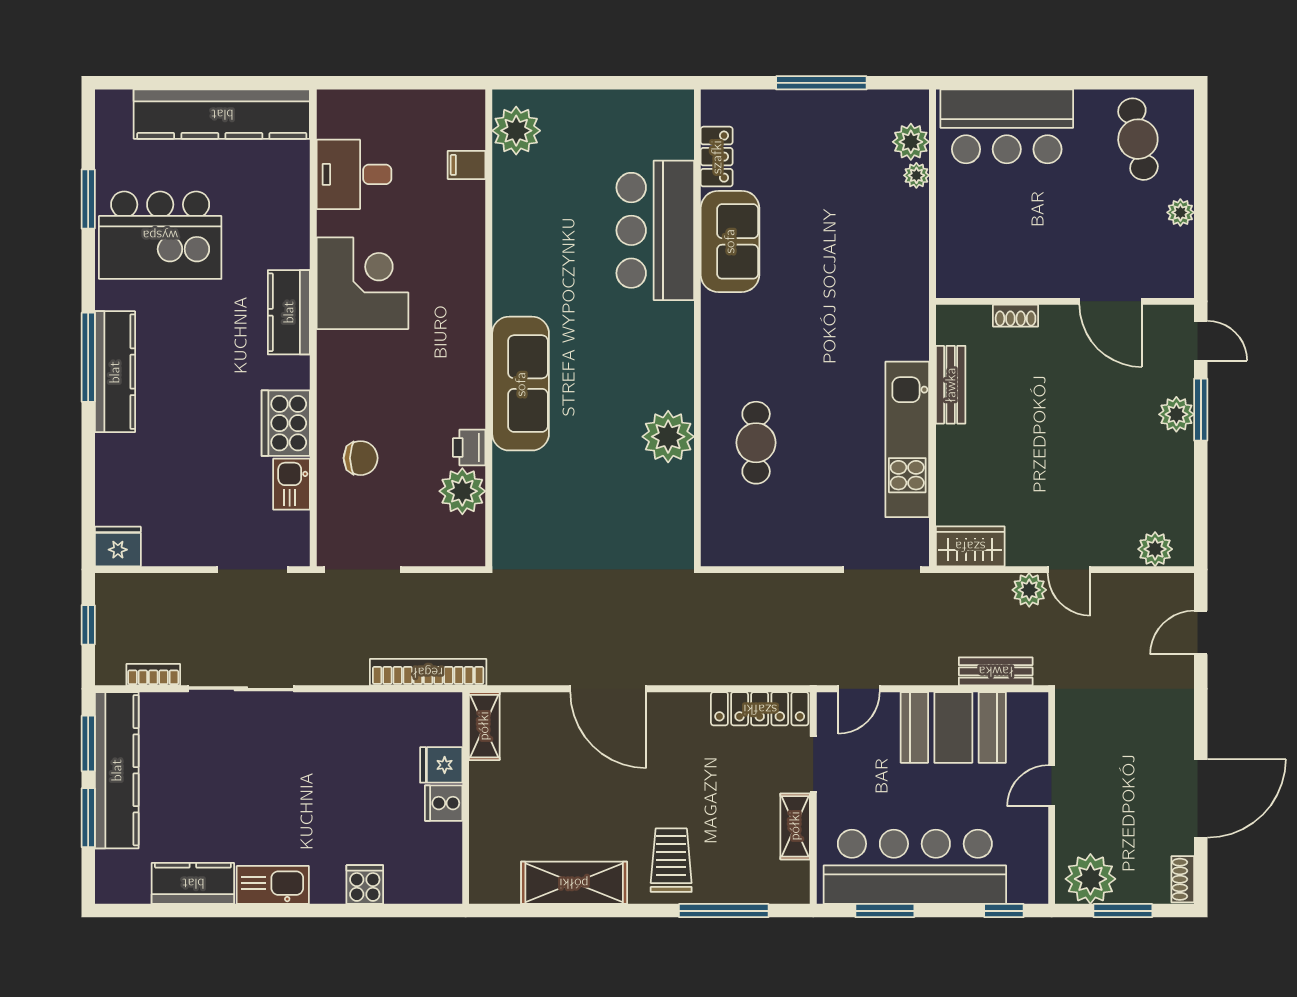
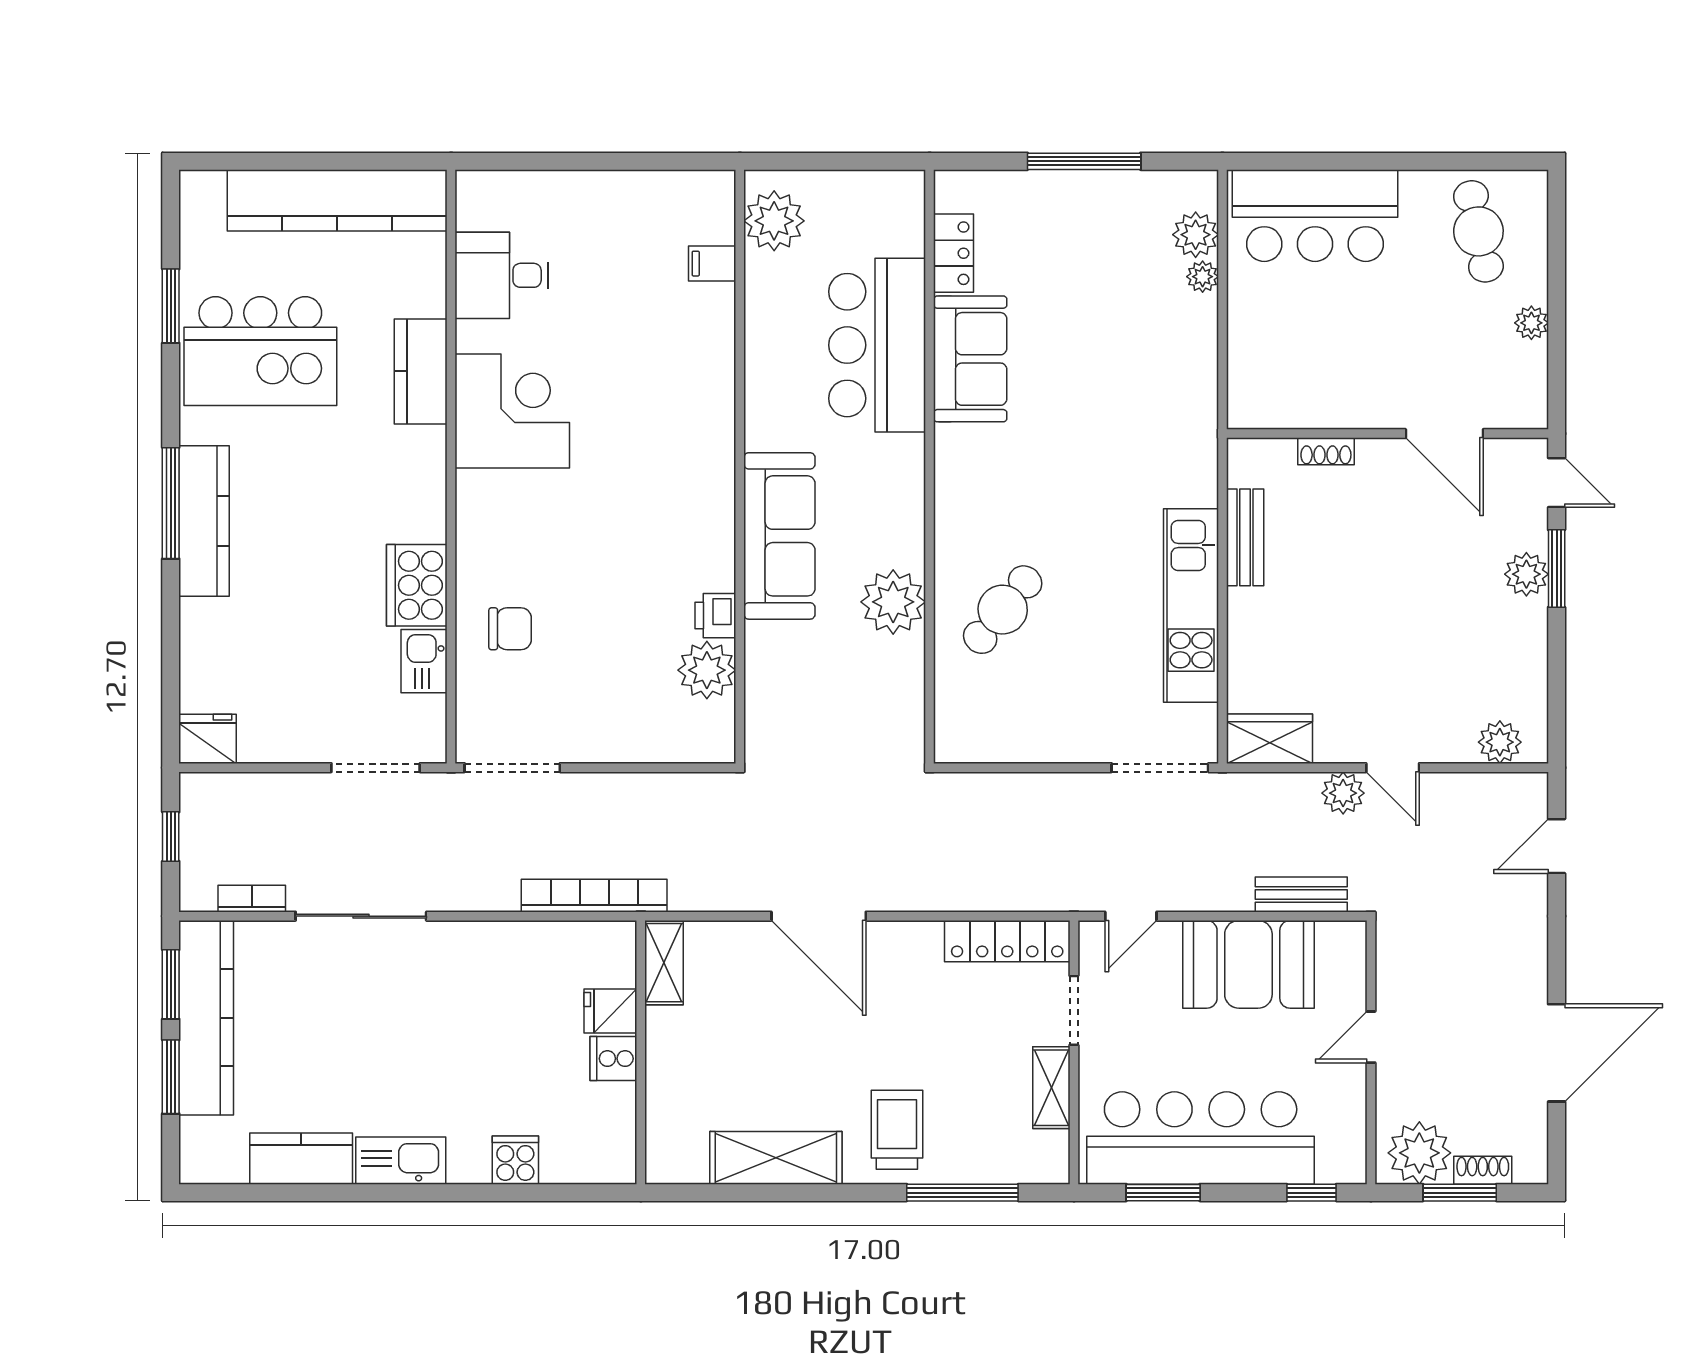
plant: (516, 131) -> (774, 221), moved
filing cabinet: (467, 165) -> (712, 264), moved
kitchen counter: (289, 312) -> (421, 371), moved
wall: (489, 328) -> (740, 467), moved
sofa: (521, 384) -> (779, 536), moved
cafe table: (756, 443) -> (1003, 610), turned 39
printer: (469, 448) -> (715, 616), moved
plant: (462, 491) -> (707, 670), moved
shoe rack: (1183, 879) -> (1483, 1170), moved, turned 90

